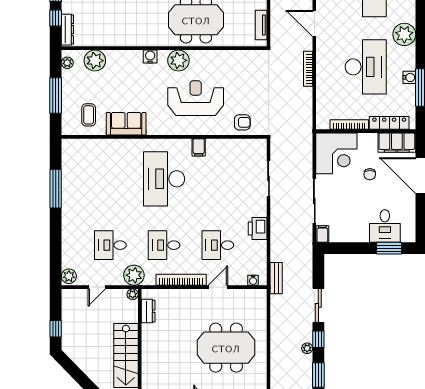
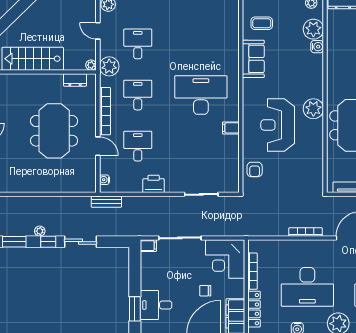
water cooler: (150, 57) -> (317, 47), moved
reception desk: (196, 98) -> (278, 125), turned 180
meeting table: (226, 348) -> (54, 131), moved

